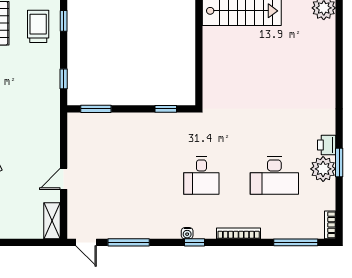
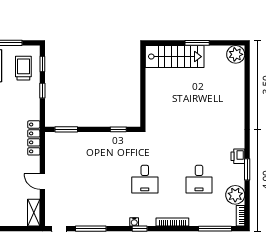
window: (64, 79) -> (42, 91), moved
locker: (52, 120) -> (34, 138), added
plant: (323, 169) -> (235, 195), moved
desk: (274, 176) -> (199, 179), width x0.73
door: (64, 179) -> (42, 182), hinge flipped

